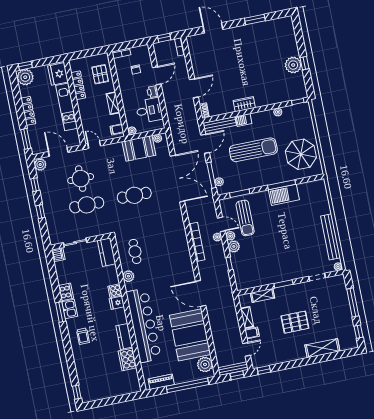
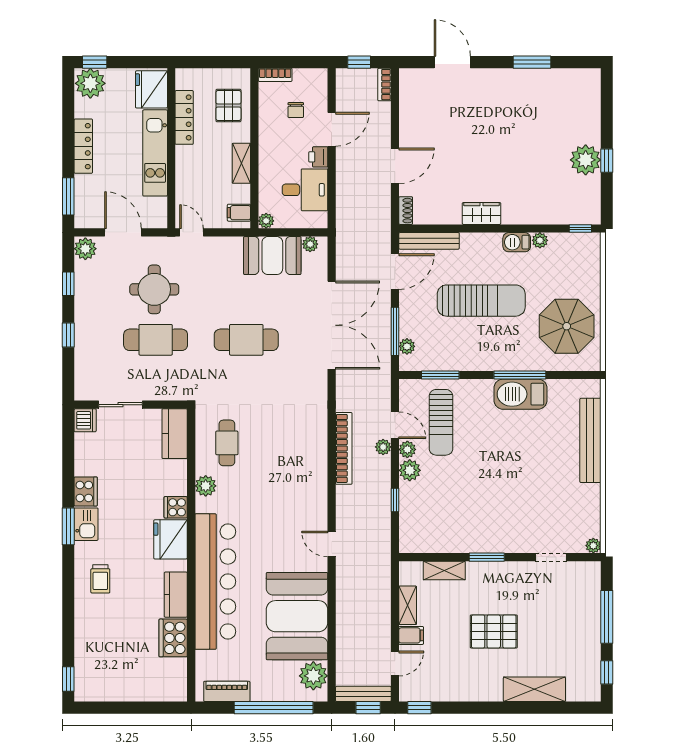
barbecue: (244, 120) -> (517, 242), moved
bench: (330, 237) -> (590, 440), moved
door: (201, 293) -> (332, 544), width x0.53
fridge: (117, 303) -> (170, 539), width x1.88, depth x1.34

